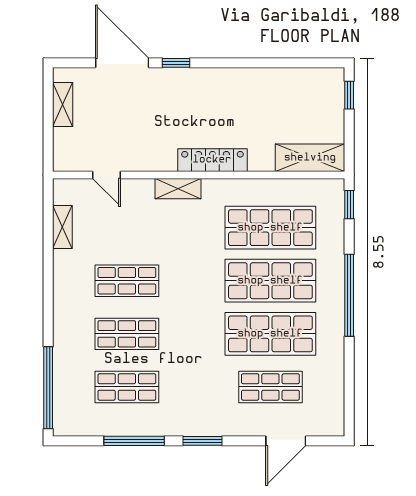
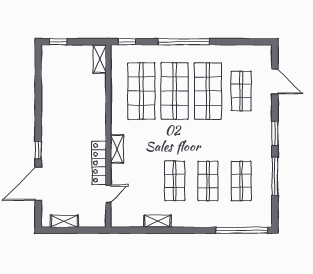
shelving: (310, 158) -> (100, 59), width x0.67, depth x0.75
locker: (212, 160) -> (99, 163), moved
shelving: (62, 227) -> (158, 221), moved

